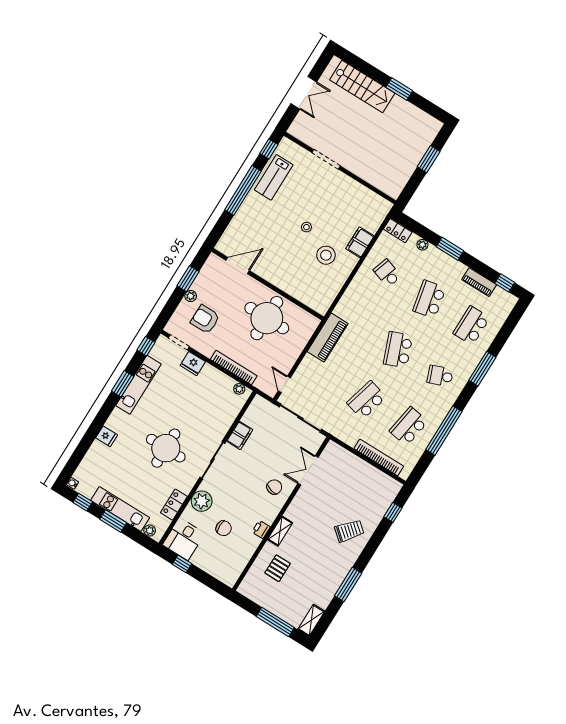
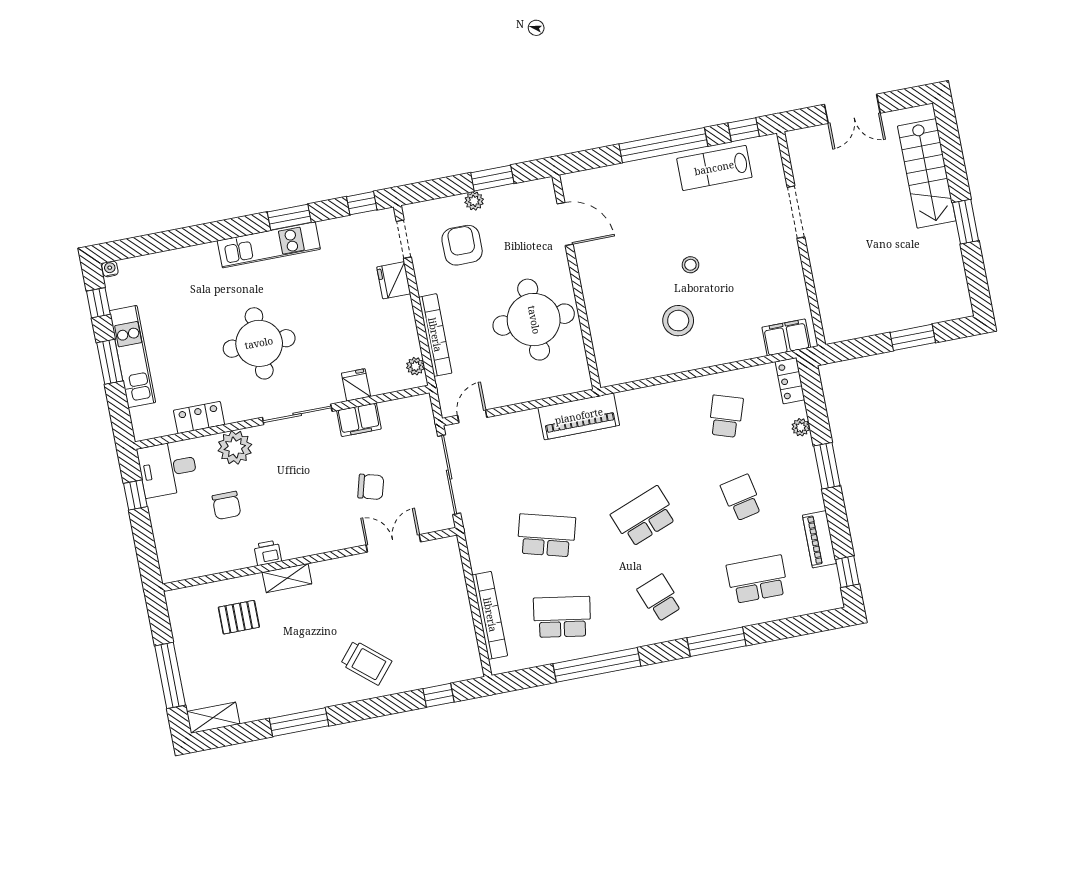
filing cabinet: (360, 242) -> (786, 337), moved
school desk: (429, 299) -> (742, 498), width x0.54
kitchen unit: (138, 385) -> (269, 245), moved
fridge: (107, 436) -> (356, 385), moved, turned 180
chair: (274, 487) -> (371, 487), moved
plant: (150, 531) -> (140, 417), removed

